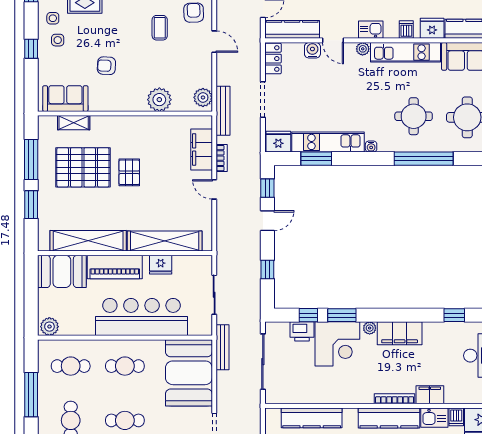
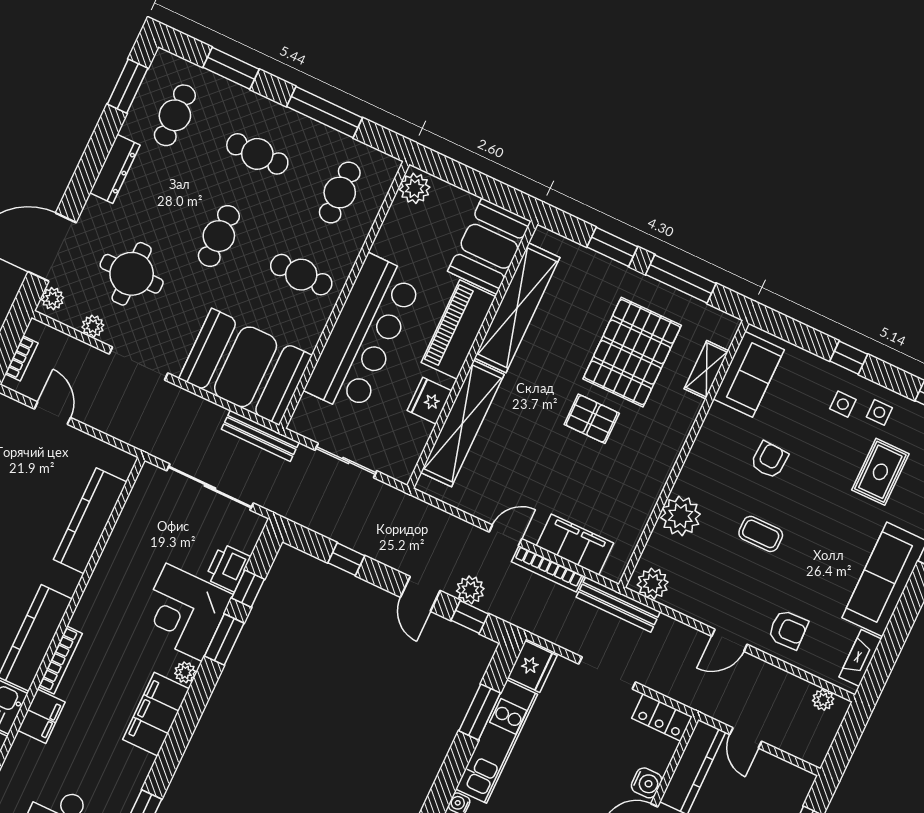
coffee table: (160, 28) -> (761, 534), moved
bookcase: (222, 158) -> (548, 569), width x1.56
plant: (253, 195) -> (470, 590), added
cafe table: (125, 366) -> (301, 275), turned 90

